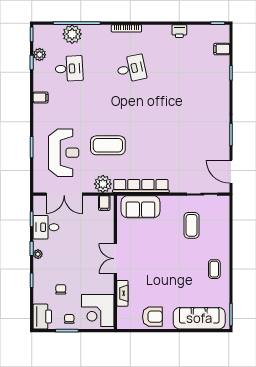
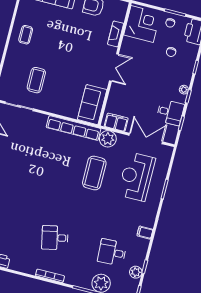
coffee table: (108, 145) -> (94, 173), turned 90
filing cabinet: (104, 203) -> (116, 122), width x2.00
sofa: (140, 207) -> (92, 105), moved, turned -90

